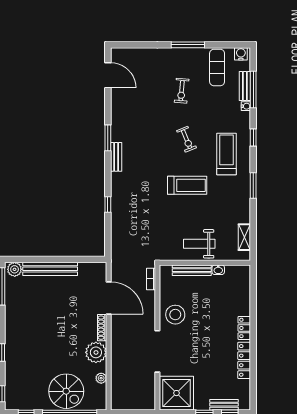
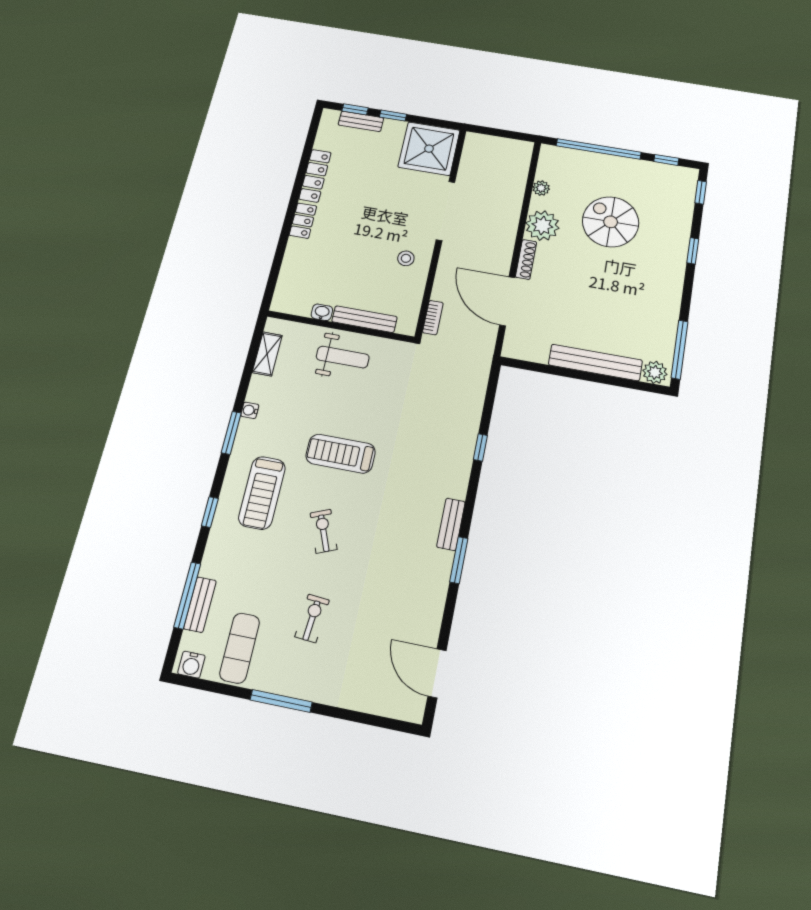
water cooler: (246, 106) -> (250, 410), moved
stool: (175, 315) -> (406, 258), width x0.53, depth x0.53
spiral stairs: (66, 391) -> (611, 222), moved

